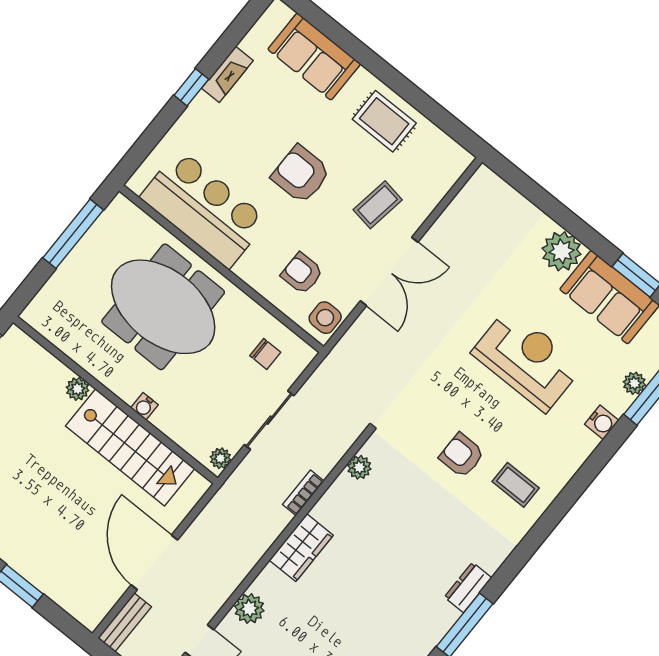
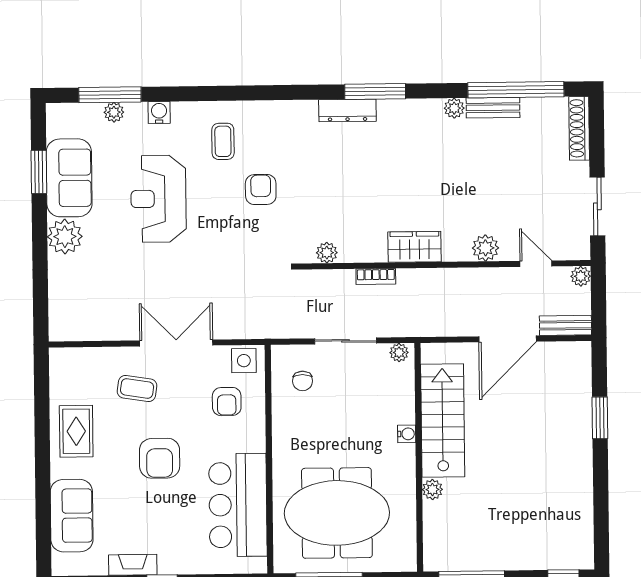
meeting table: (163, 307) -> (337, 513), moved, turned 90
chair: (265, 354) -> (302, 381), turned 180
armchair: (462, 455) -> (261, 190), turned 180
coffee table: (516, 485) -> (223, 141), moved
dresser: (468, 587) -> (347, 110), width x1.44

